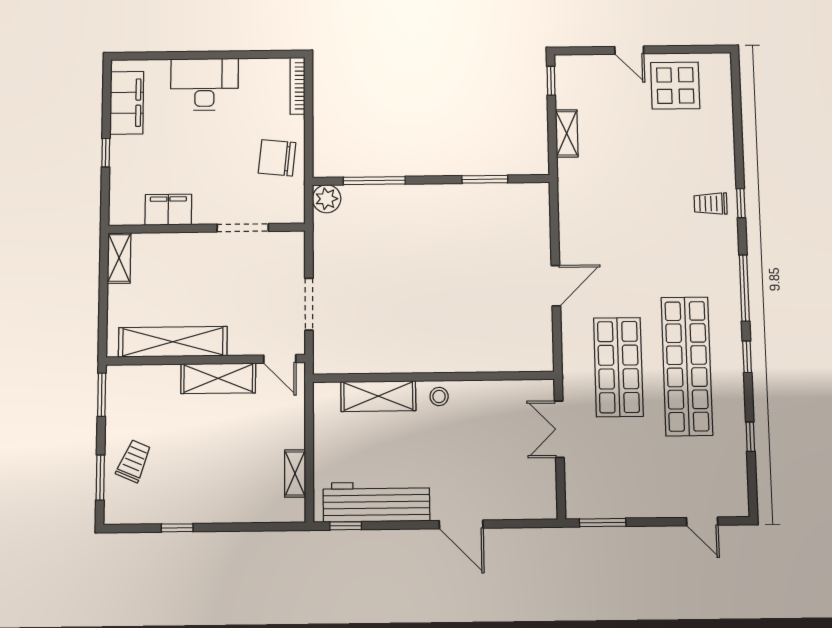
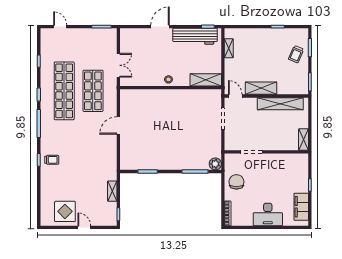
chair: (277, 158) -> (236, 182), turned -96
filing cabinet: (168, 210) -> (283, 160), removed
shelving: (378, 396) -> (206, 80), moved
door: (461, 524) -> (160, 27), hinge flipped

